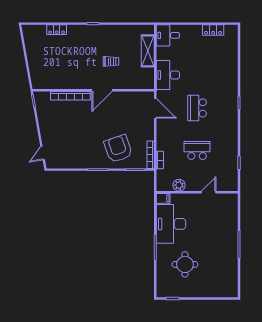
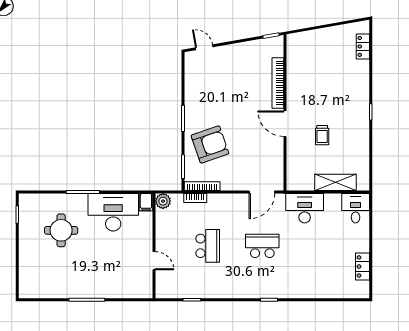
locker: (57, 30) -> (363, 46), moved
plant: (179, 185) -> (163, 201), moved

